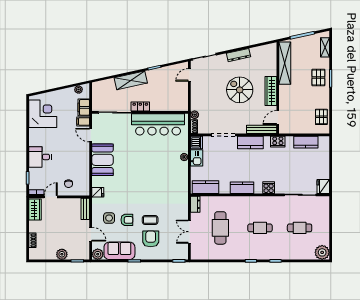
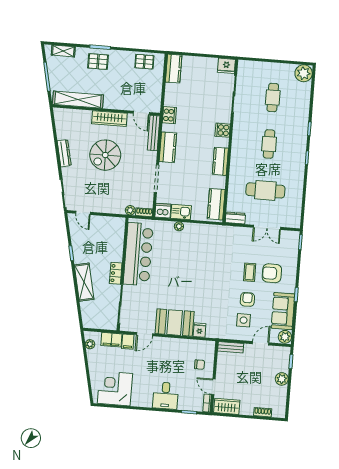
kitchen counter: (306, 142) -> (174, 69), moved
fridge: (98, 192) -> (200, 330), moved

